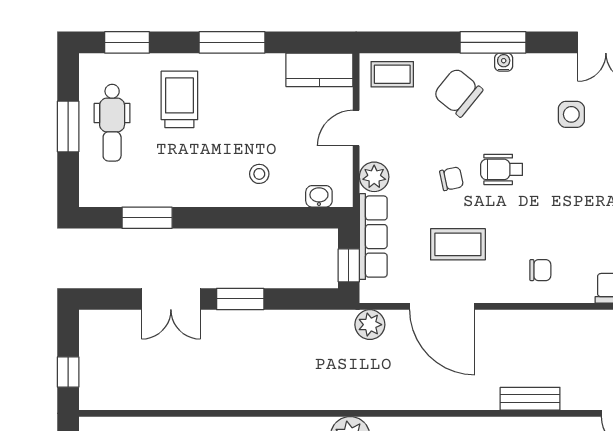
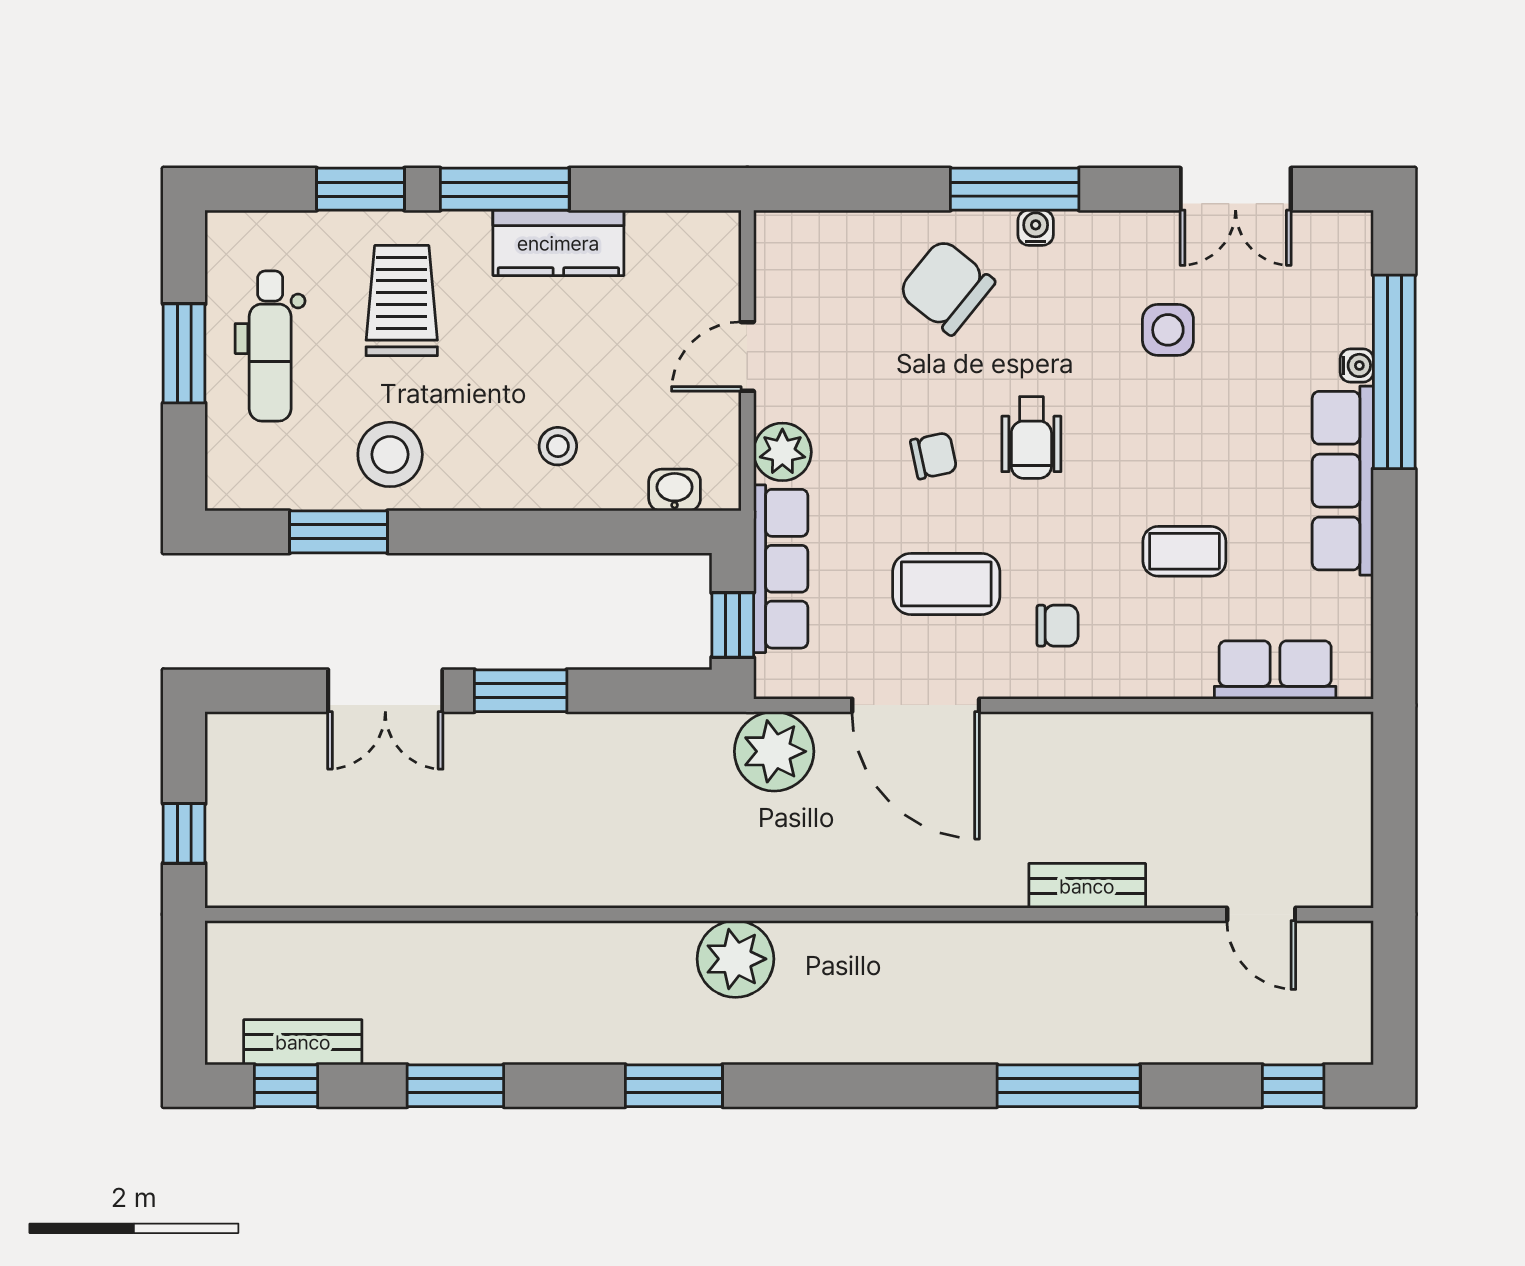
window: (127, 42) -> (361, 189), moved
kitchen counter: (319, 70) -> (558, 243), moved
coffee table: (392, 74) -> (1184, 551), moved
wheelchair: (502, 169) -> (1031, 437), turned -90
stool: (173, 178) -> (390, 454), added
chair: (540, 270) -> (1058, 626), moved
plant: (370, 325) -> (774, 751), width x1.36, depth x1.36

